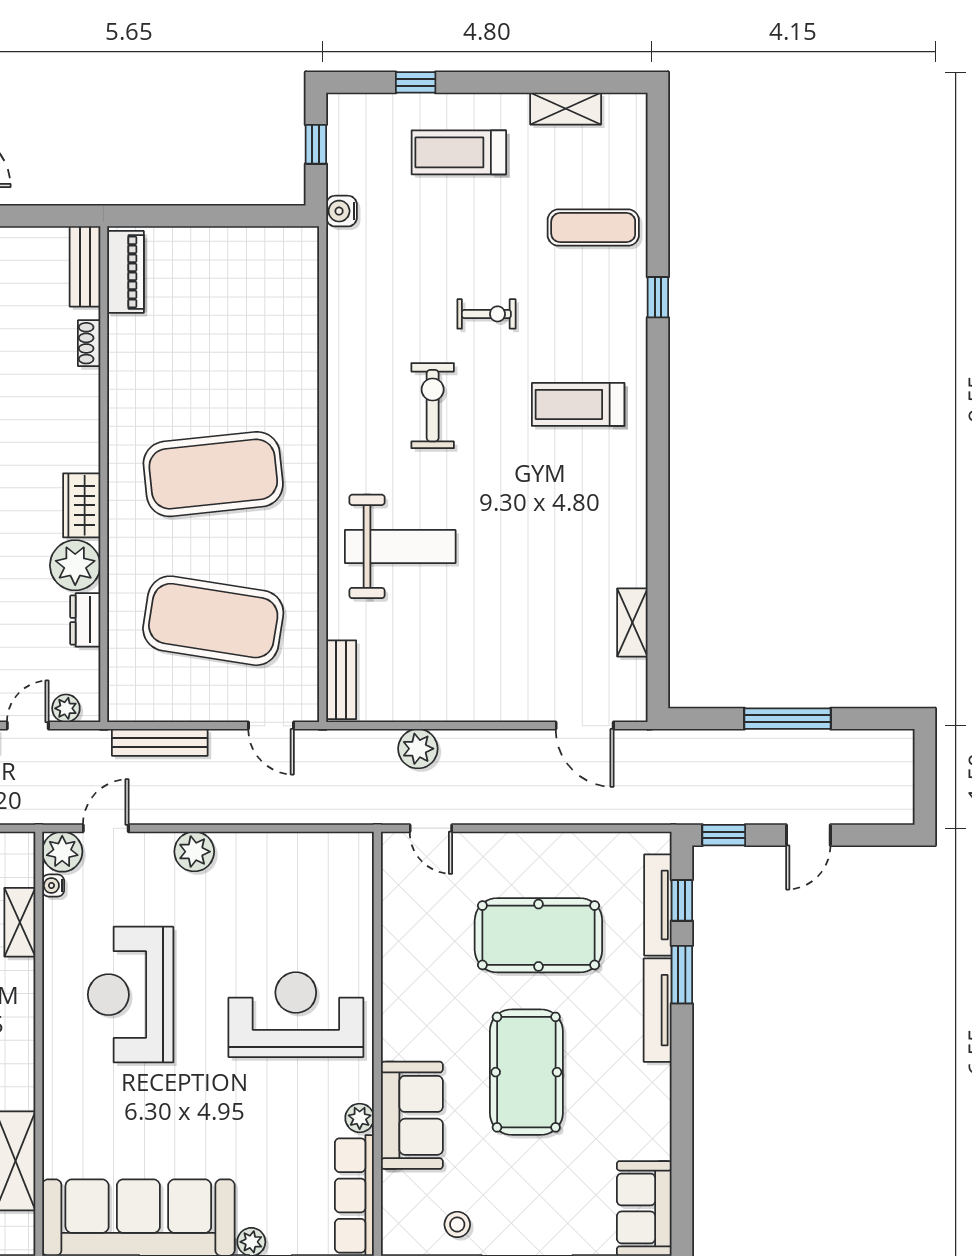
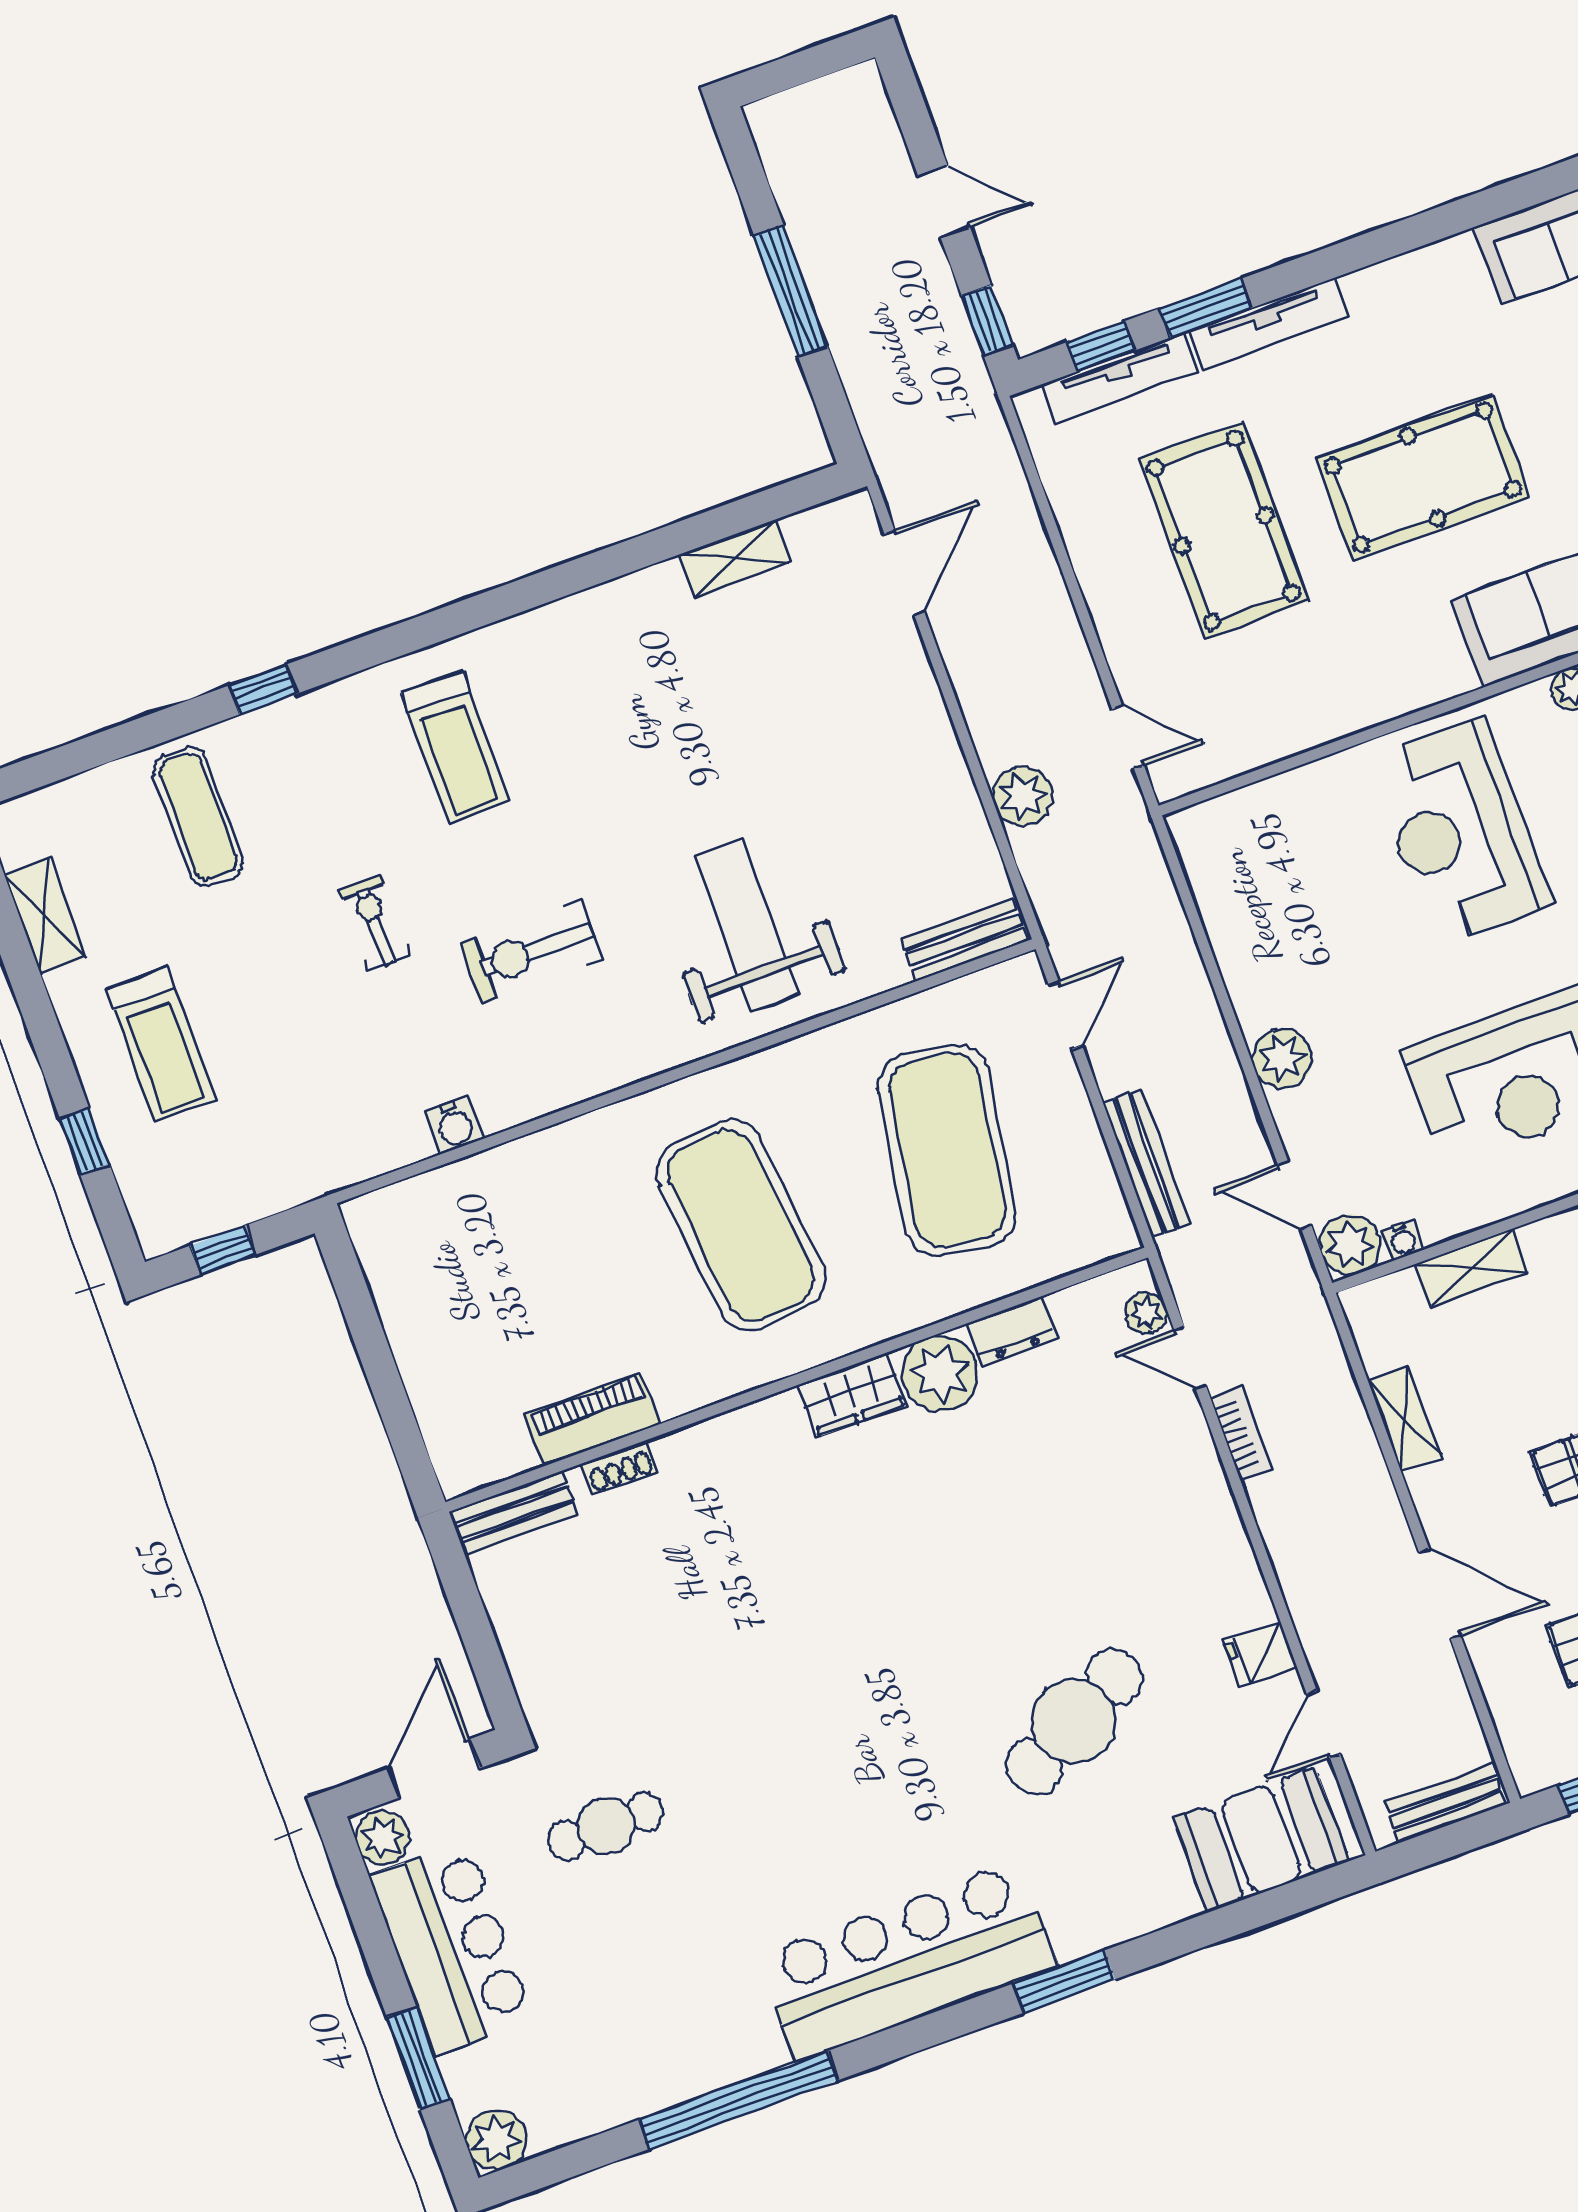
water cooler: (342, 211) -> (454, 1125), moved
piano: (125, 272) -> (592, 1419), moved
door: (431, 828) -> (1128, 737), hinge flipped

